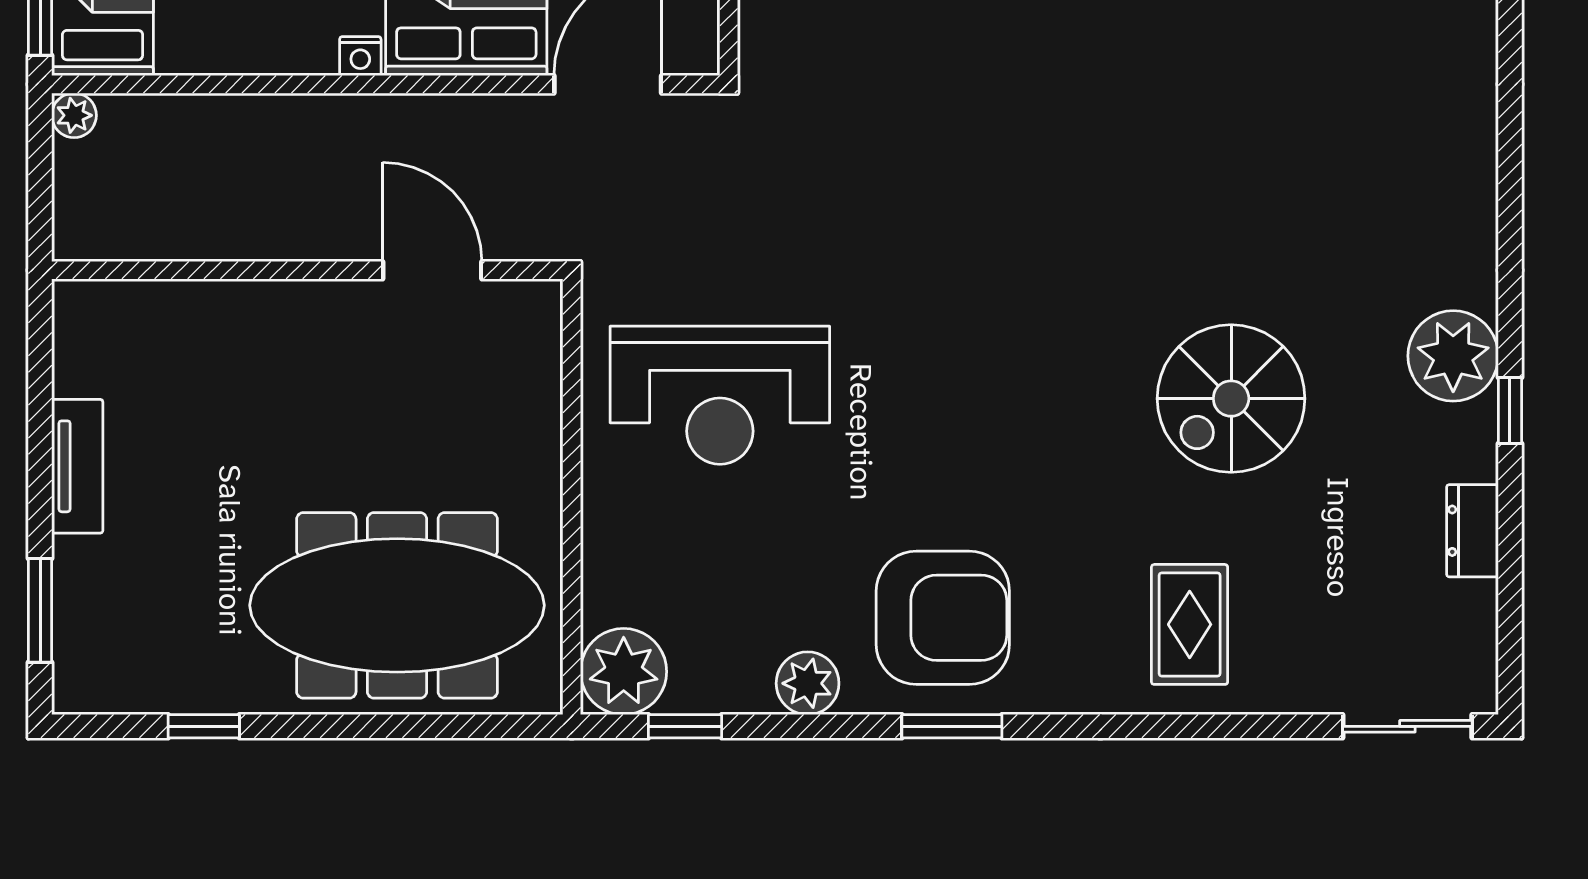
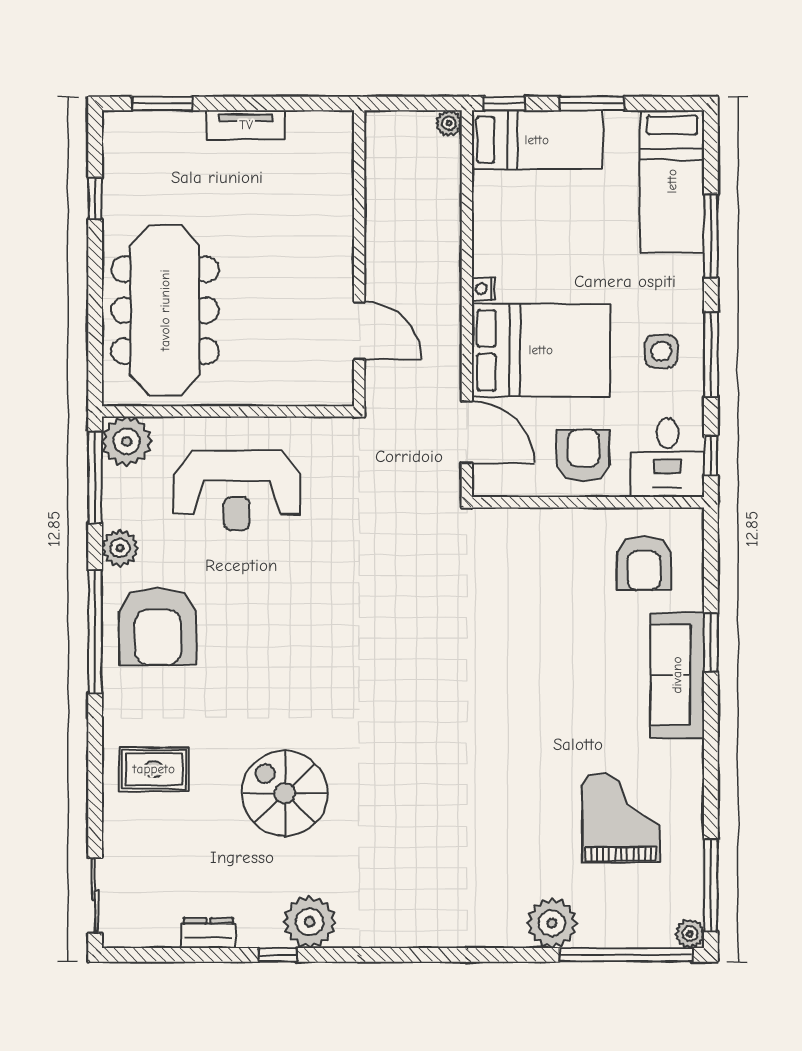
door: (432, 270) -> (359, 331), hinge flipped
reception desk: (720, 395) -> (237, 490), moved, turned -90
window: (685, 726) -> (95, 477), width x2.17
window: (952, 726) -> (95, 632), width x2.11

